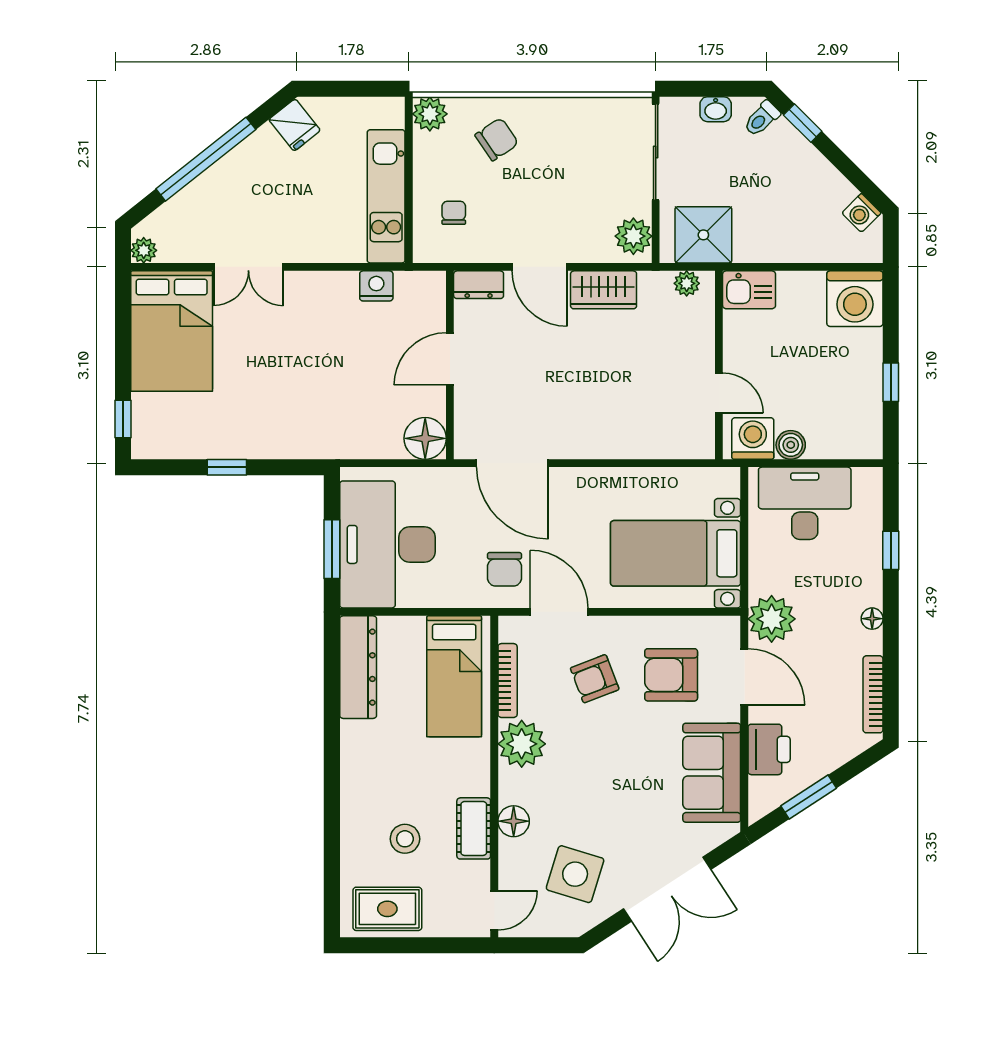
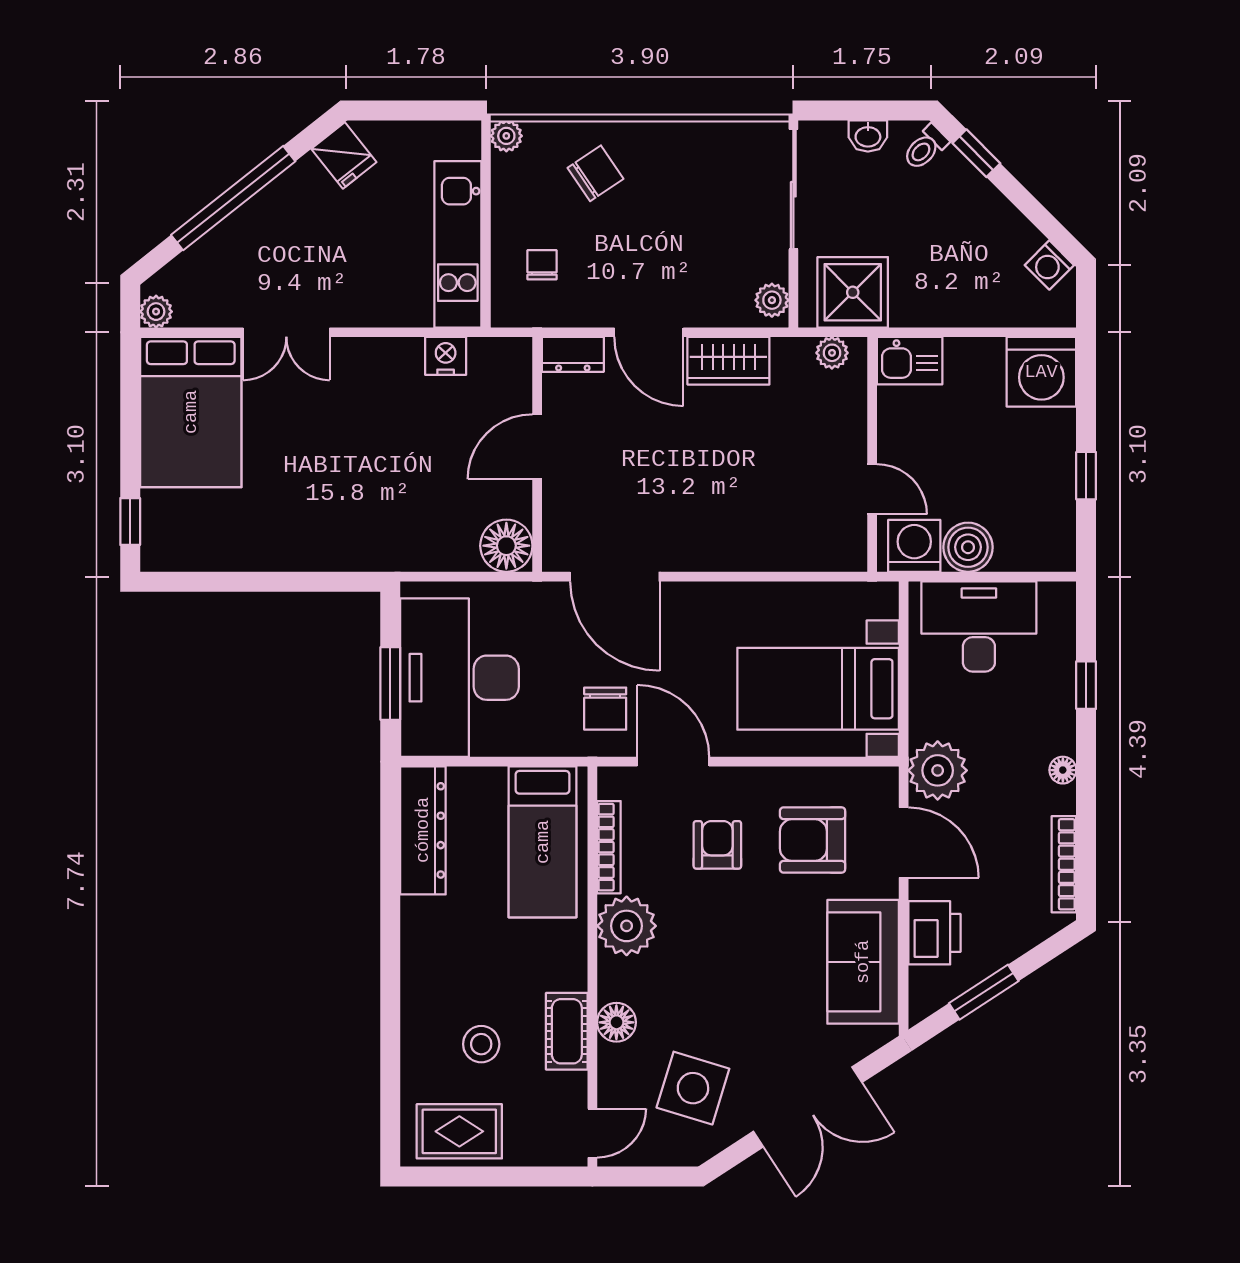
plant: (430, 114) -> (506, 136), width x0.73, depth x0.73
plant: (633, 236) -> (772, 300), width x0.73, depth x0.73
boiler: (791, 445) -> (968, 547), width x1.36, depth x1.36
window: (227, 467) -> (260, 582), removed
armchair: (595, 679) -> (717, 845), turned 111

